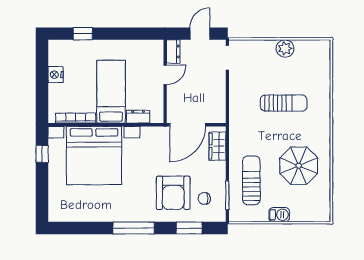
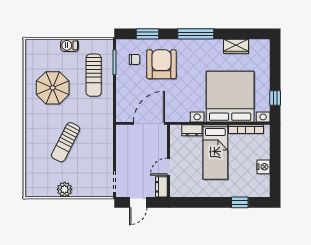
sun lounger: (284, 103) -> (66, 142), turned -63
wardrobe: (218, 146) -> (236, 46), moved, turned 90

